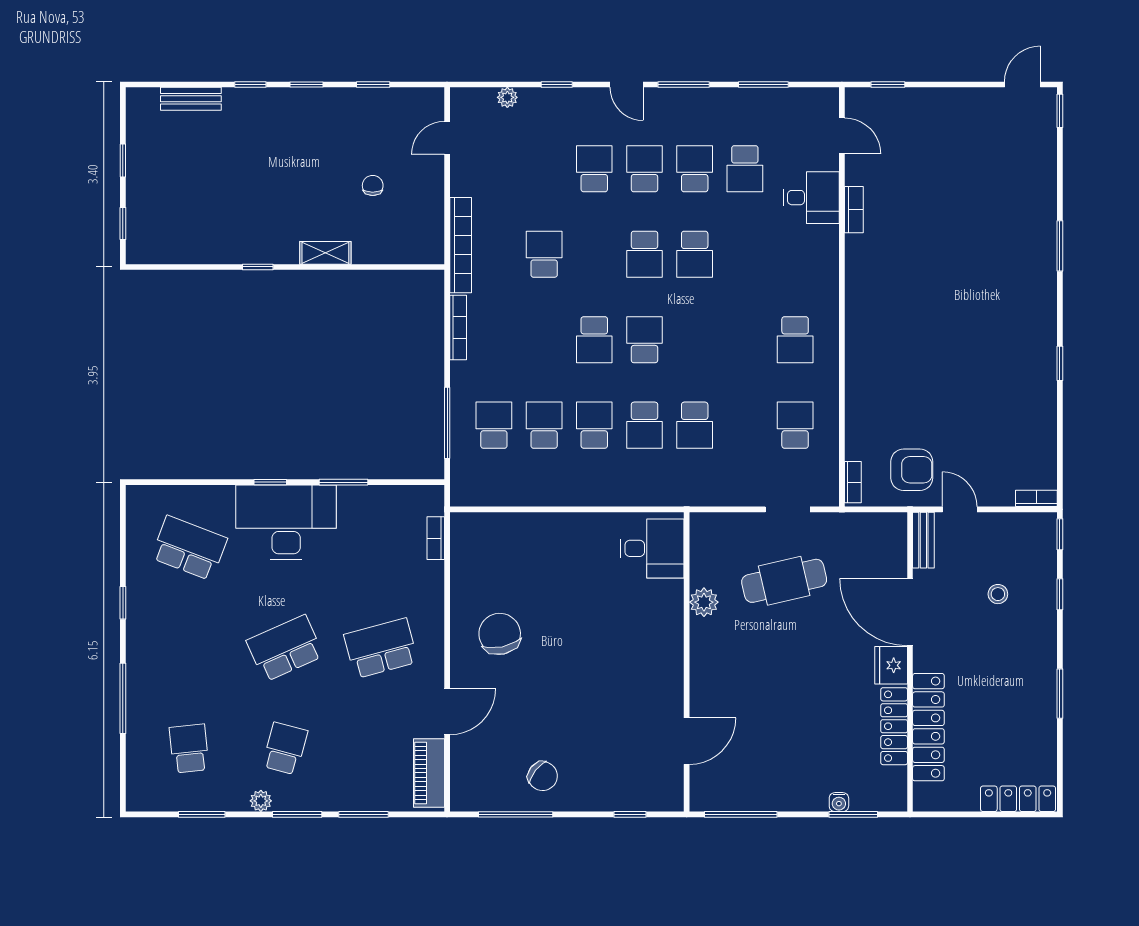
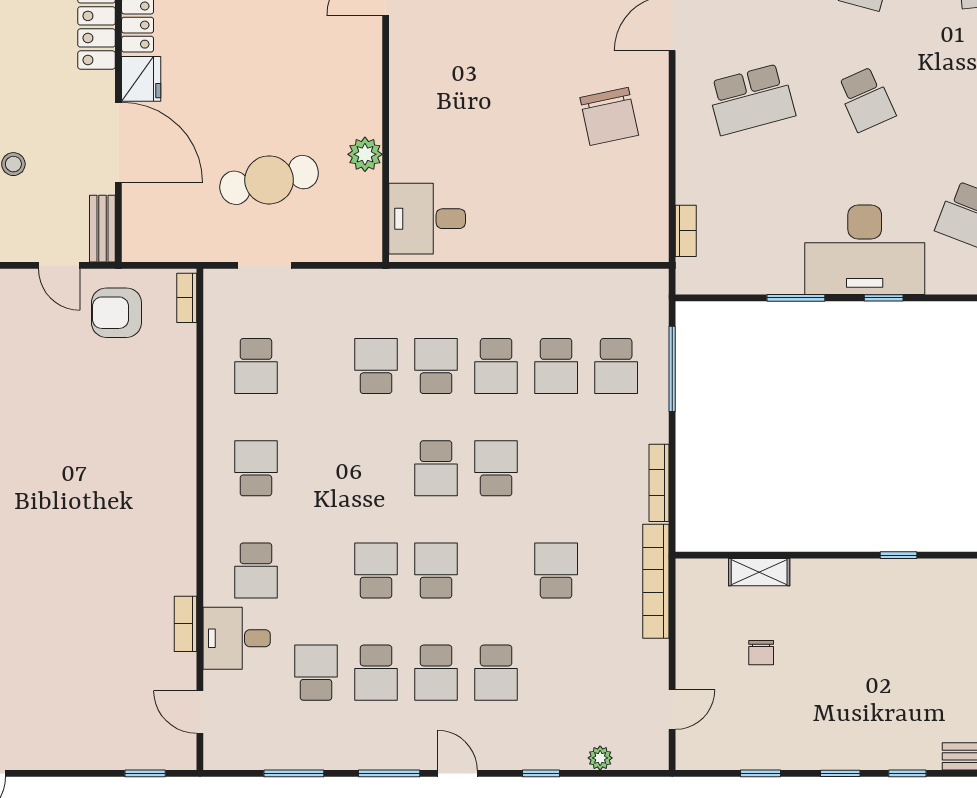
shelving: (325, 253) -> (759, 572), moved
school desk: (544, 254) -> (556, 570), turned 180
school desk: (795, 254) -> (256, 570), added
school desk: (285, 648) -> (866, 99), width x0.54

